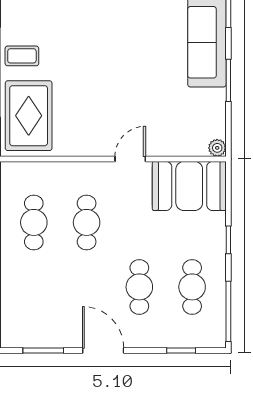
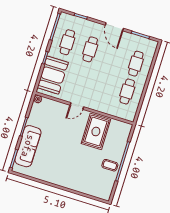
rug: (29, 116) -> (96, 132), moved
booth: (189, 186) -> (53, 75), moved, turned 90
cafe table: (87, 222) -> (136, 64), moved

